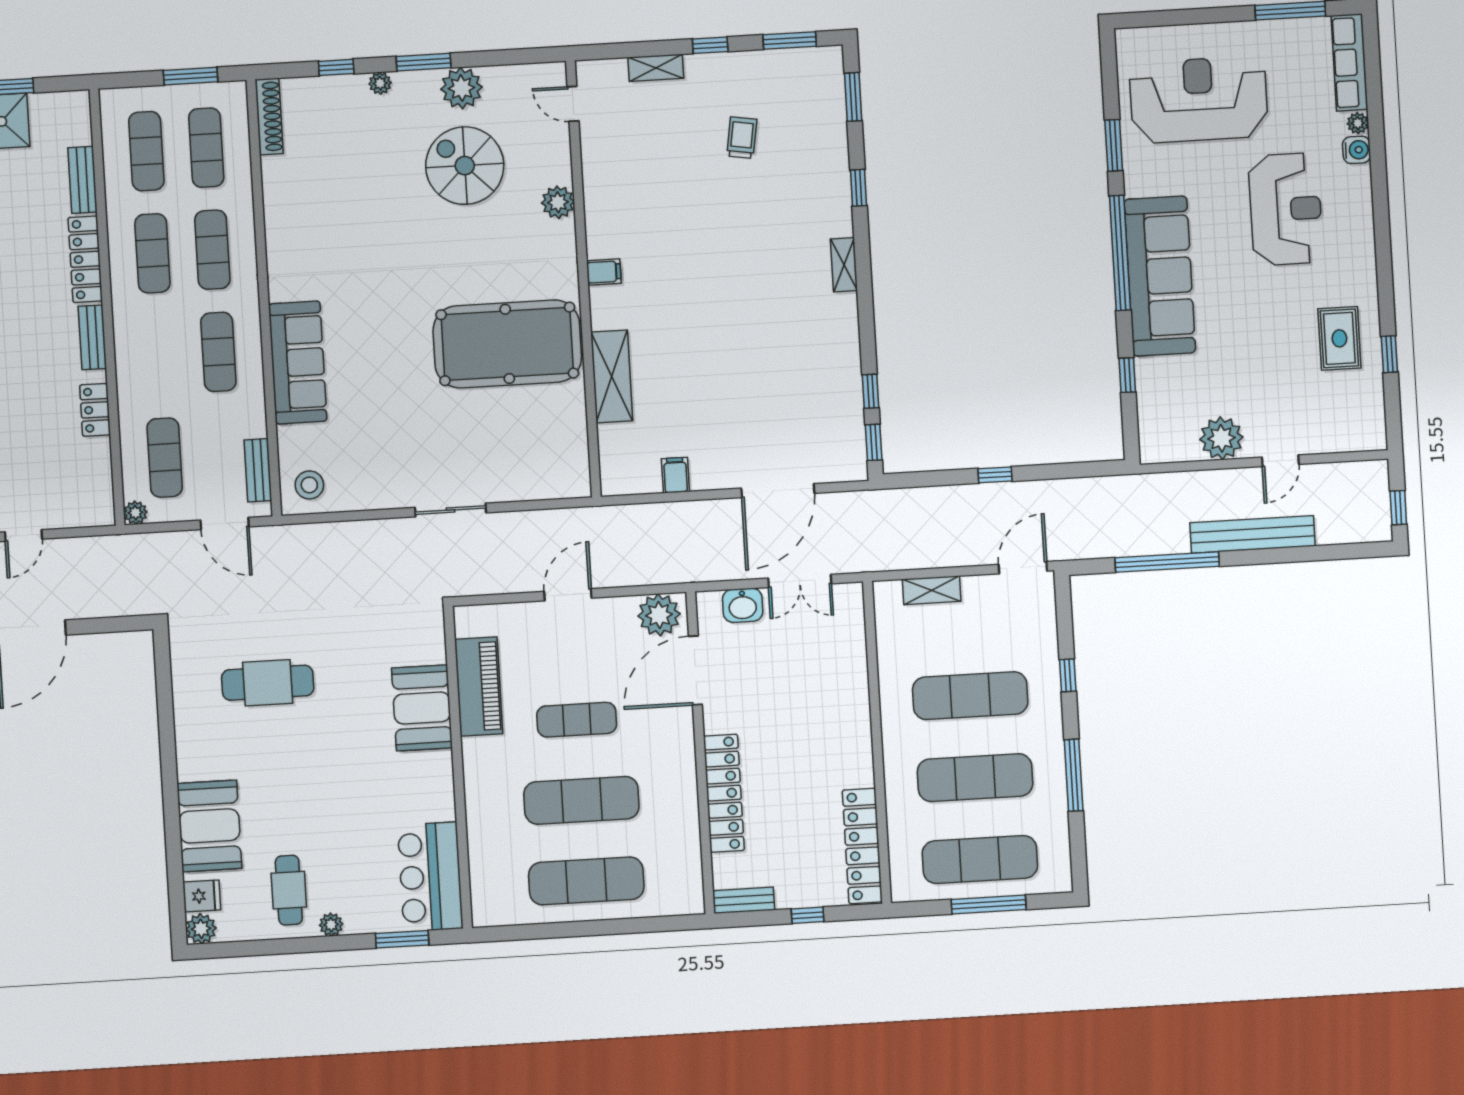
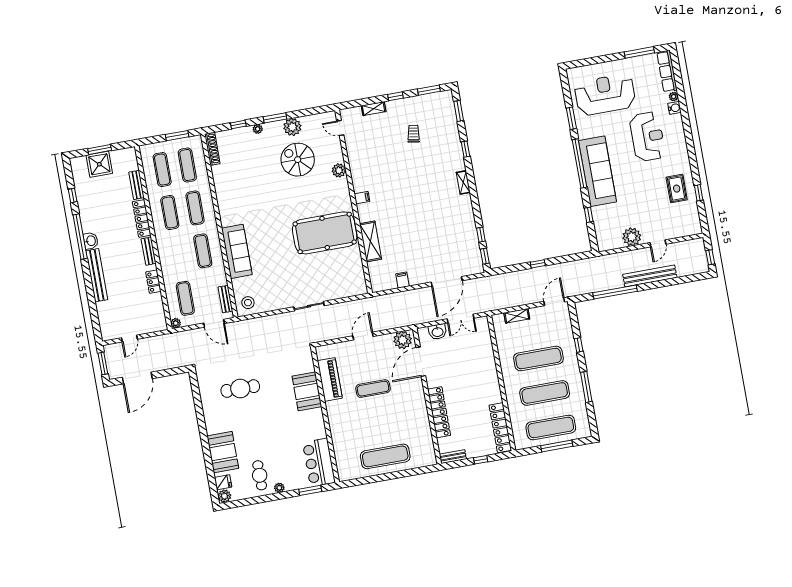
exercise mat: (581, 800) -> (379, 422), removed

